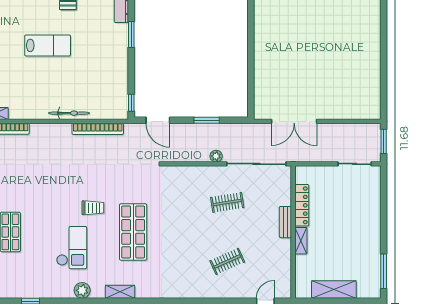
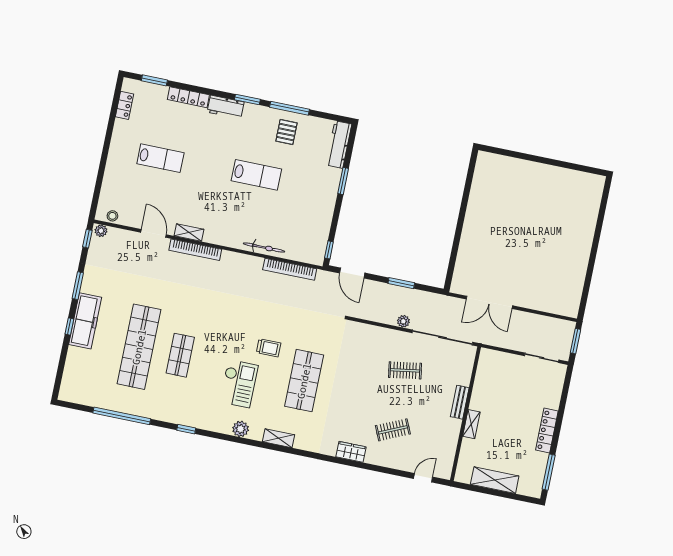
locker: (302, 205) -> (547, 431), moved, turned 180
wardrobe: (192, 291) -> (351, 452), added

